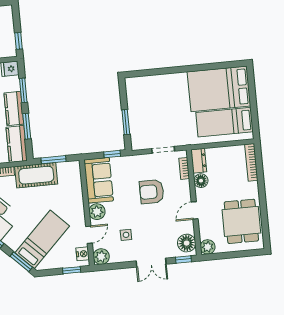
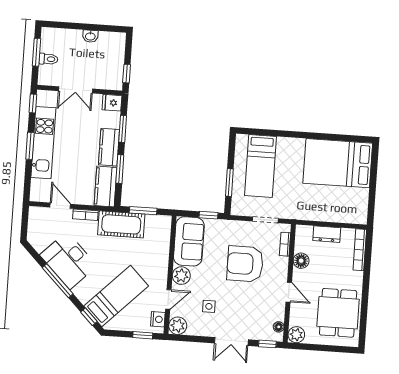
bed: (224, 122) -> (260, 166), moved, turned -90
dresser: (199, 161) -> (327, 234), moved, turned 90
armchair: (152, 192) -> (245, 264), width x1.36, depth x1.36
door: (195, 210) -> (289, 292), swing flipped
floor lamp: (187, 243) -> (279, 327), width x0.53, depth x0.53
window: (21, 262) -> (89, 317), width x0.67

